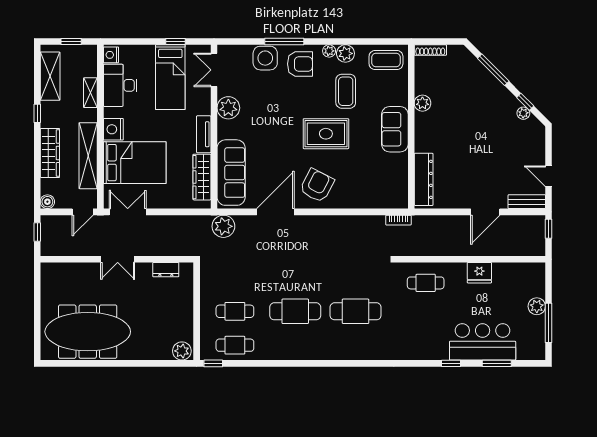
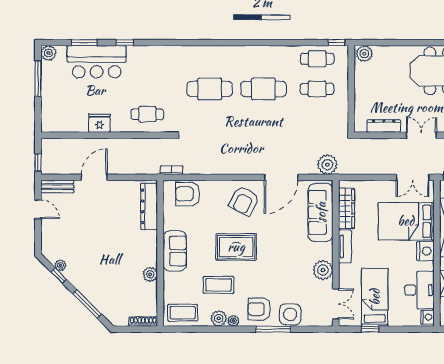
coffee table: (346, 91) -> (218, 285), turned 90
armchair: (380, 193) -> (188, 194), added
dresser: (166, 270) -> (384, 126), width x1.44
plant: (537, 306) -> (48, 53), moved

